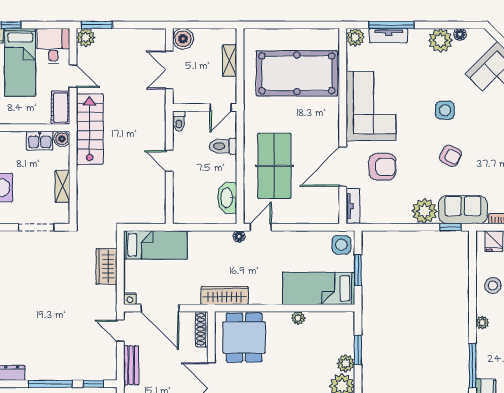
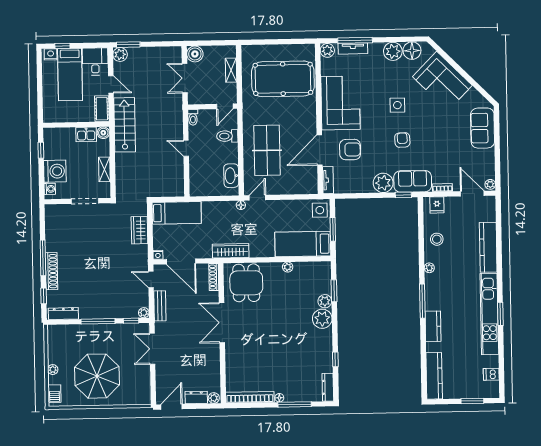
floor lamp: (460, 34) -> (412, 51), width x1.89, depth x1.89
armchair: (450, 156) -> (402, 140), turned -119
plant: (110, 374) -> (144, 313), added

